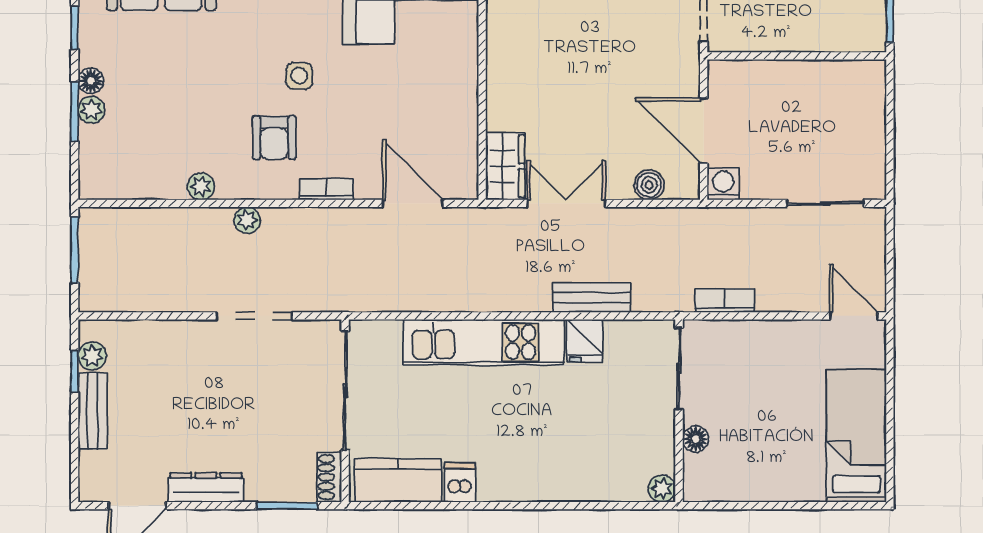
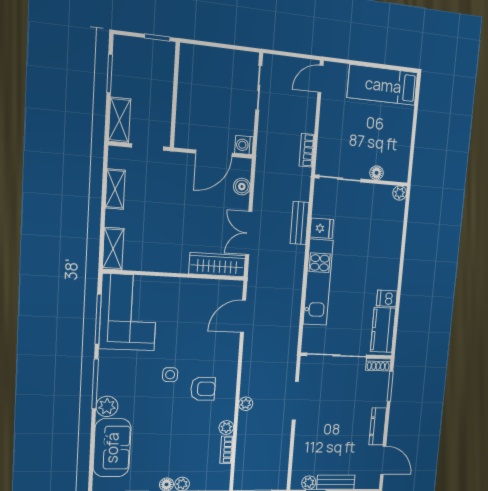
wardrobe: (505, 166) -> (217, 265), width x1.50
bookcase: (326, 189) -> (226, 450), moved

